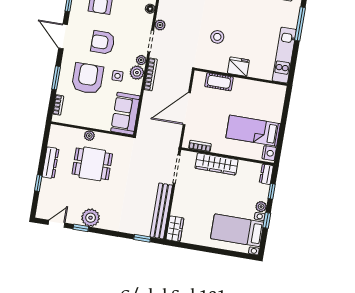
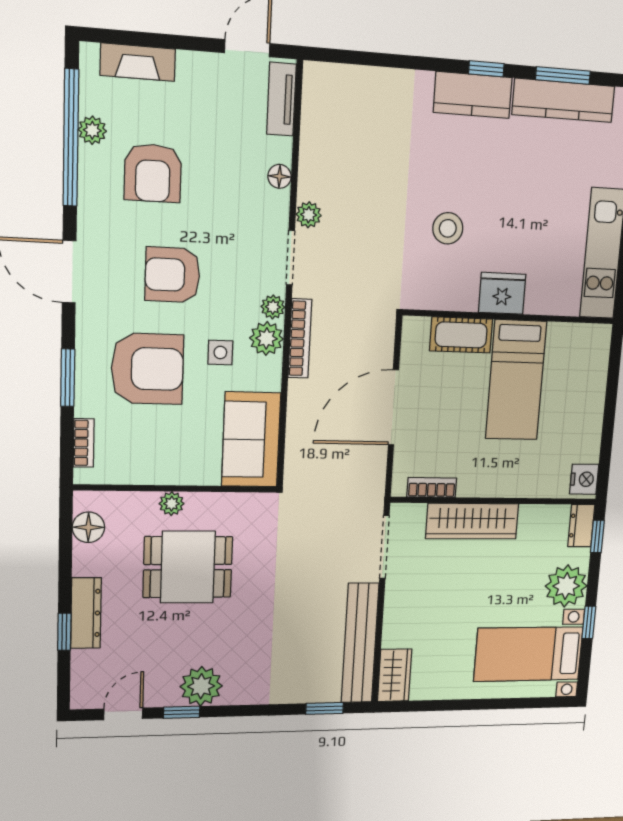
armchair: (88, 78) -> (147, 369), turned 90
bed: (253, 131) -> (516, 380), moved, turned -90
floor lamp: (55, 140) -> (88, 527), added
dresser: (50, 163) -> (86, 613), moved
window: (272, 191) -> (597, 536), moved
plant: (261, 207) -> (566, 586), width x1.87, depth x1.87

